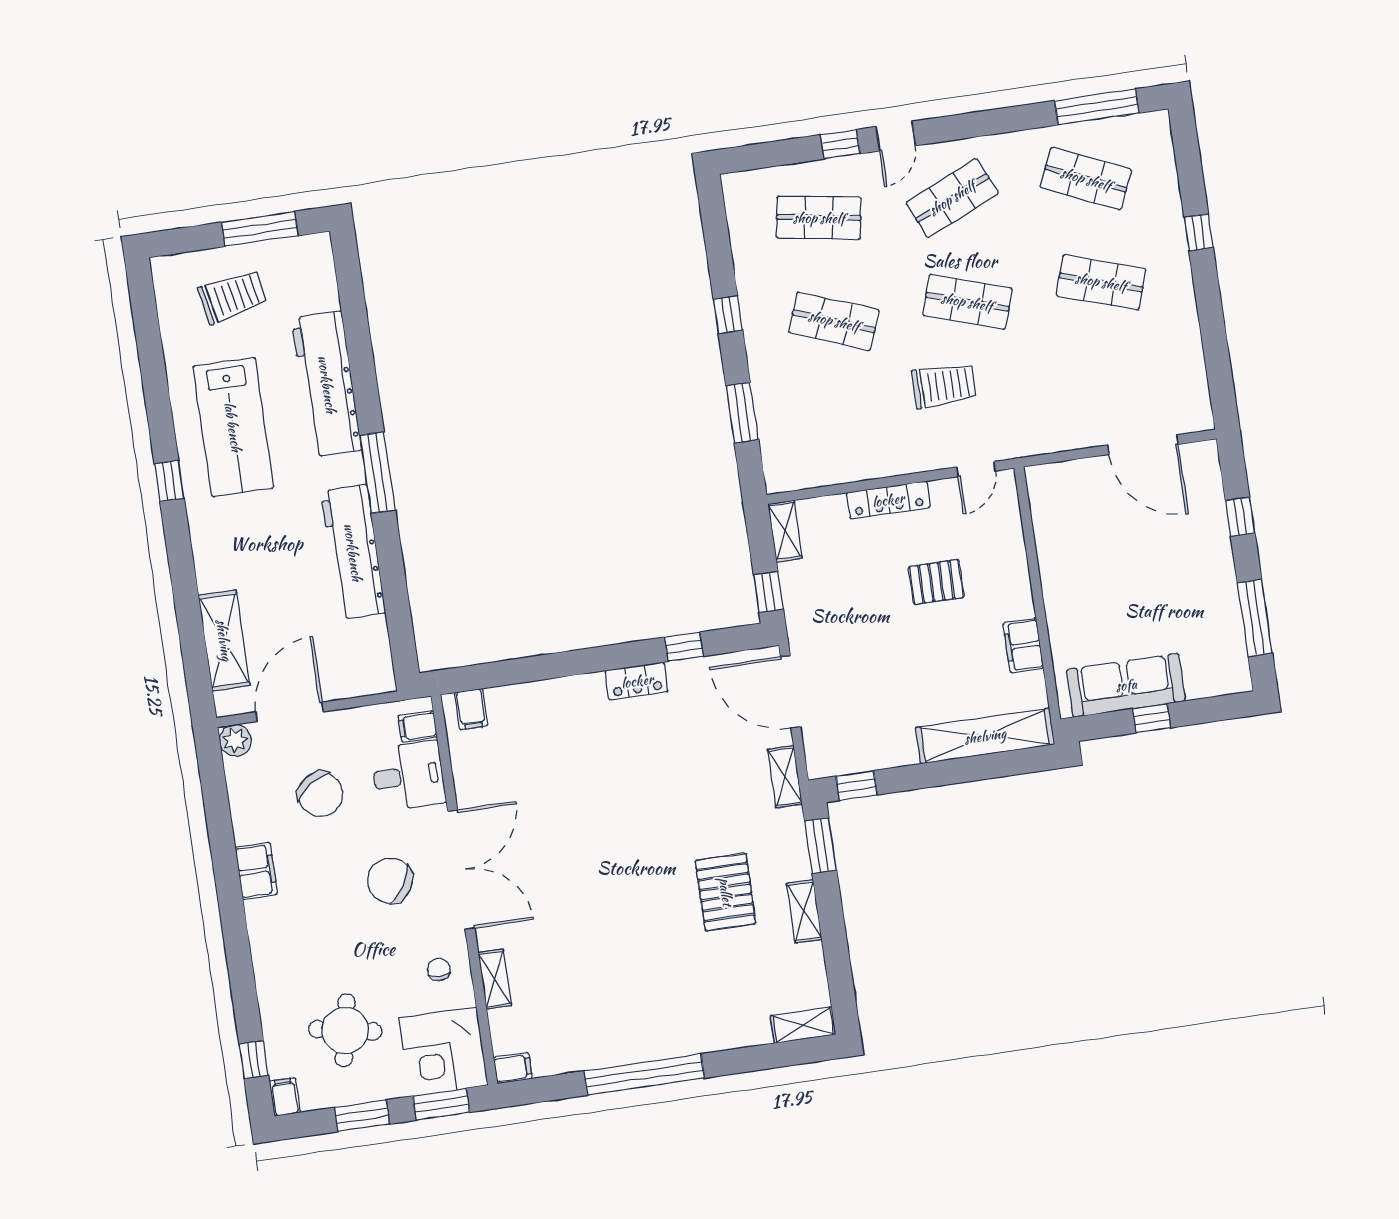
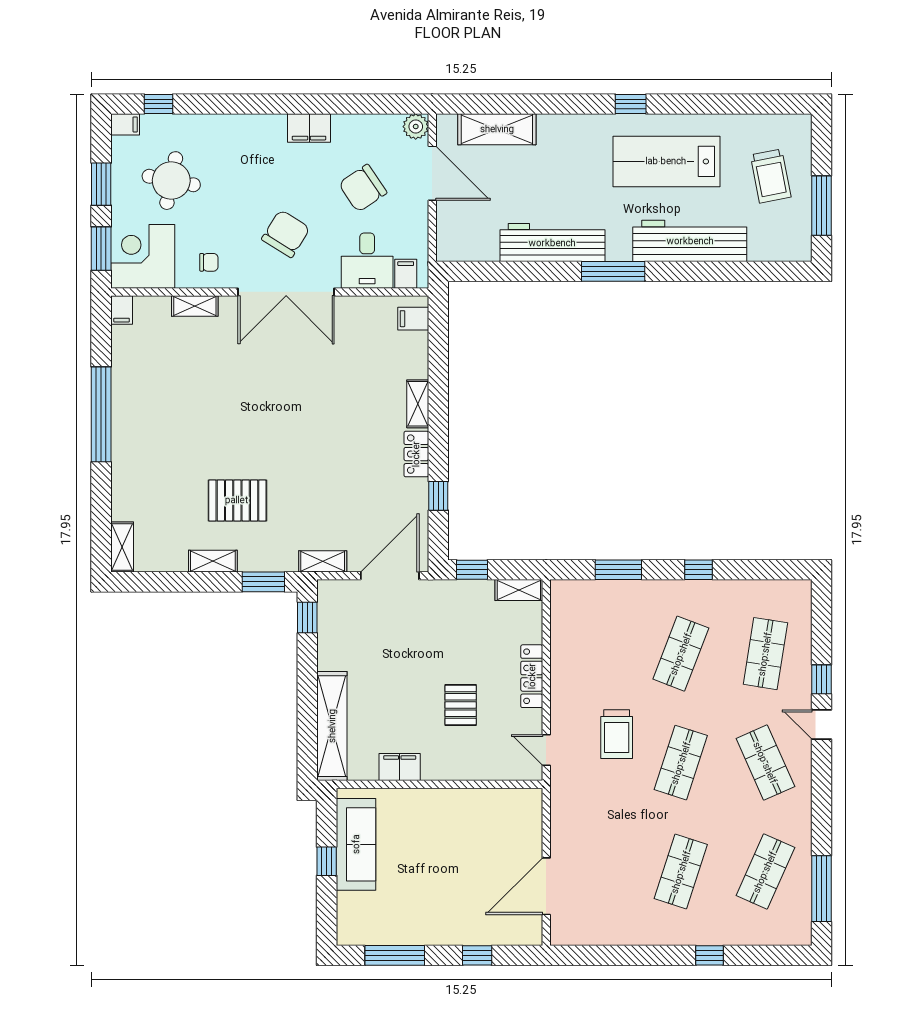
shelving: (575, 688) -> (418, 404), added

